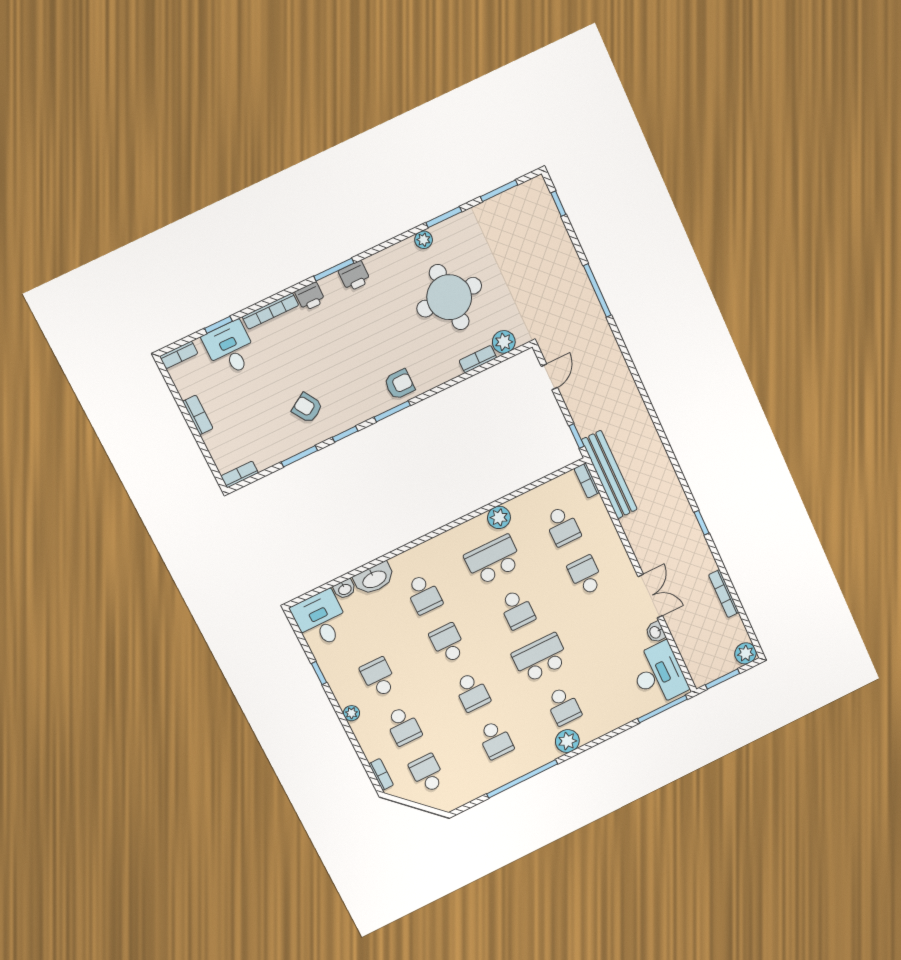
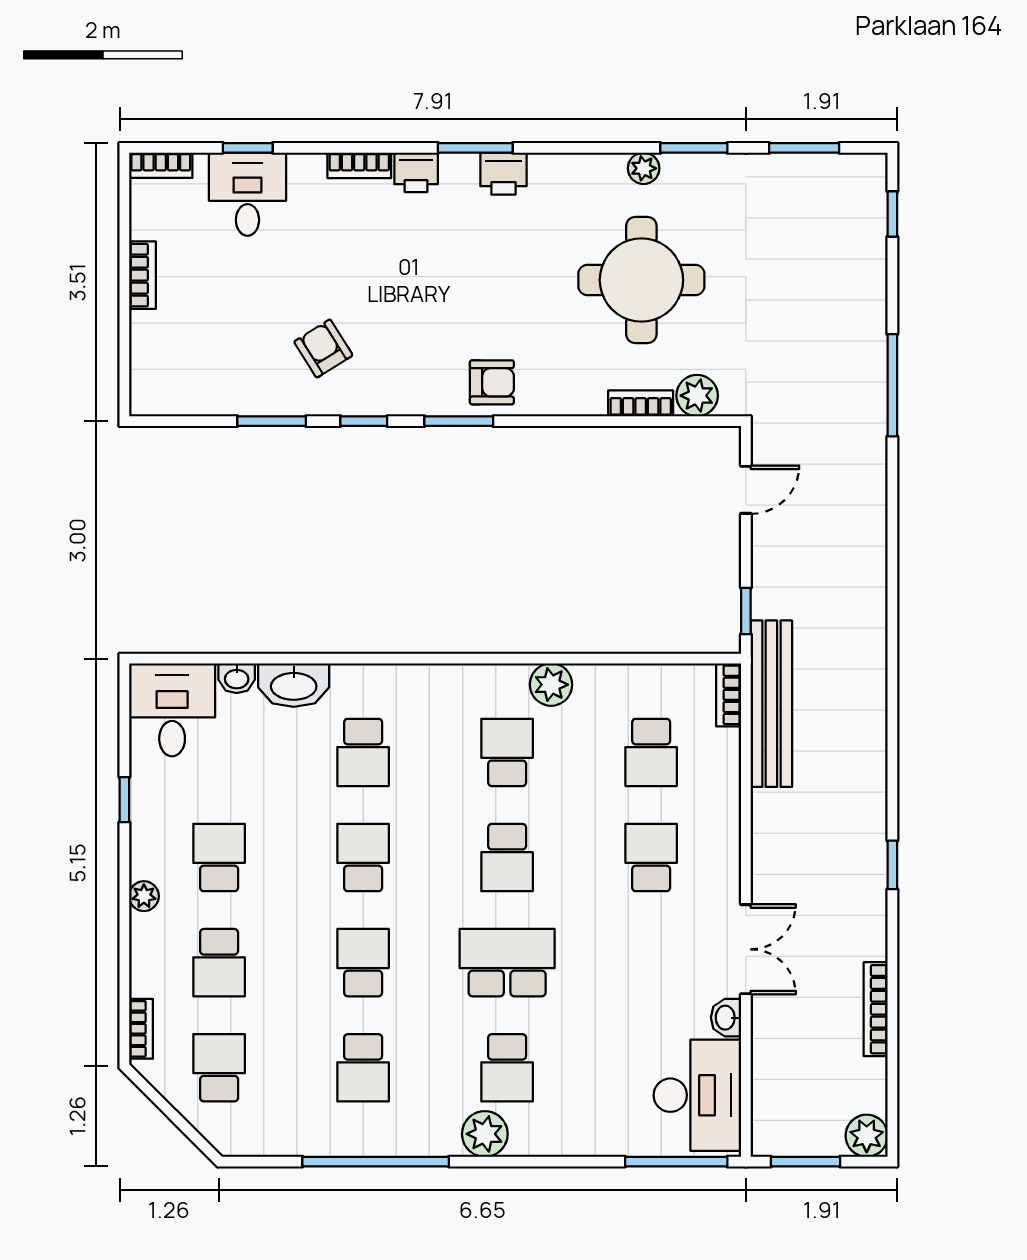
bookcase: (270, 311) -> (359, 165), width x0.64
bookcase: (240, 474) -> (161, 404), removed
school desk: (493, 560) -> (507, 752), width x0.54
school desk: (472, 692) -> (363, 963), turned 180

